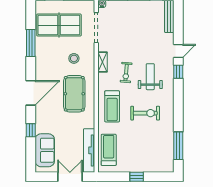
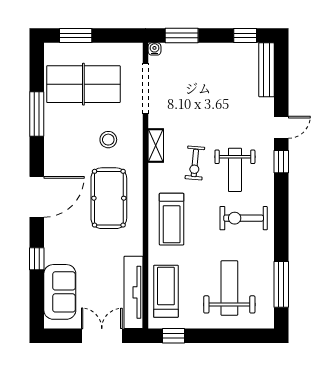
weight bench: (150, 77) -> (235, 170), turned 180
exercise bike: (145, 113) -> (244, 218), moved, turned 180
weight bench: (147, 148) -> (229, 288), added
window: (137, 177) -> (174, 336), moved

